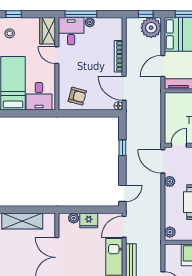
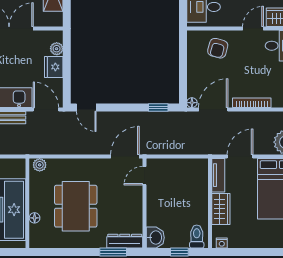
door: (163, 66) -> (240, 156), hinge flipped
armchair: (77, 96) -> (218, 48), moved
door: (179, 145) -> (144, 176), swing flipped
window: (122, 148) -> (158, 108), moved
plant: (170, 181) -> (101, 165), removed

